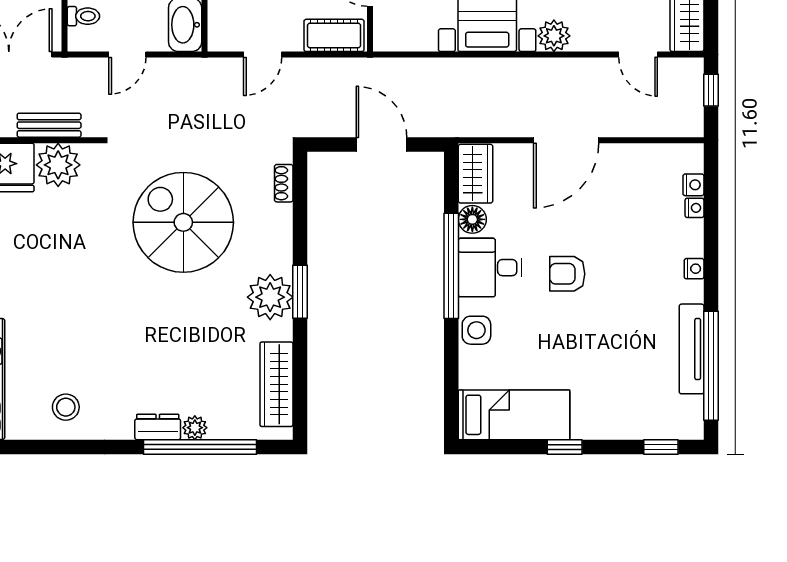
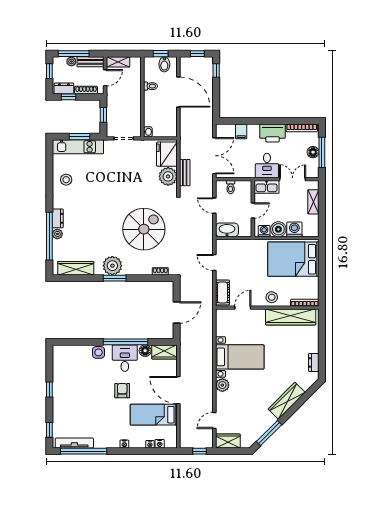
tv unit: (692, 349) -> (74, 443), moved
bed: (514, 415) -> (154, 415), moved, turned 90

